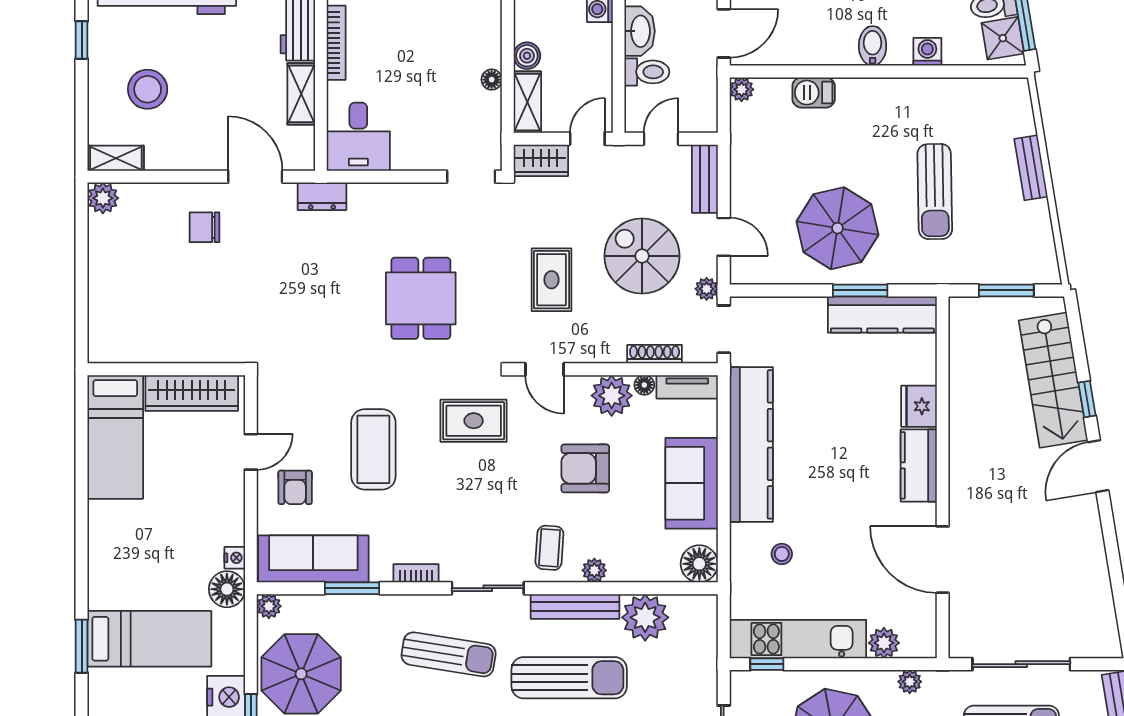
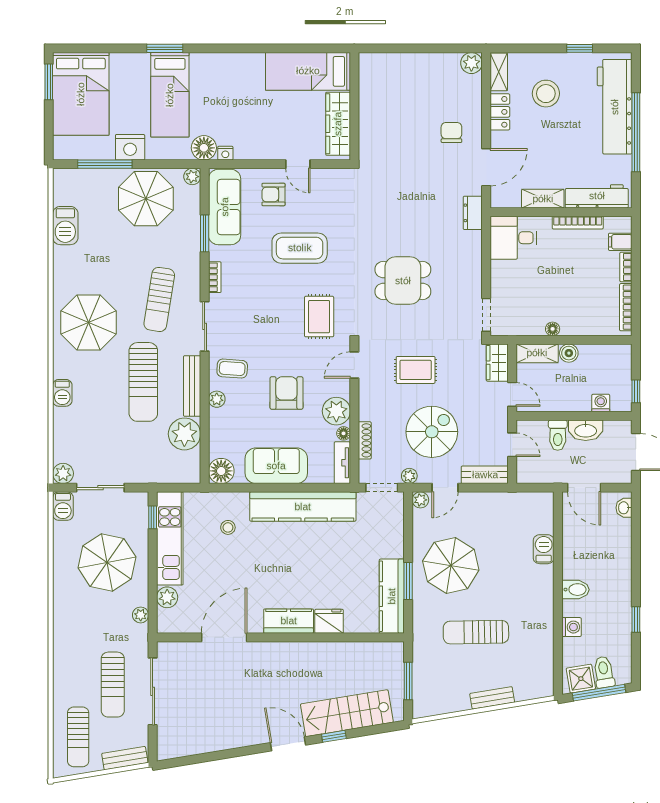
plant: (742, 89) -> (420, 500), moved
locker: (174, 157) -> (500, 112), added

